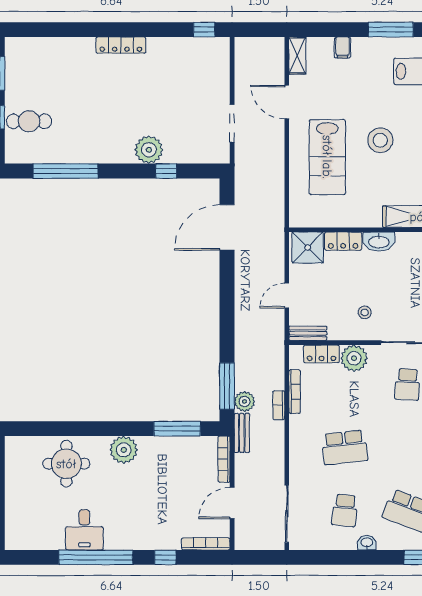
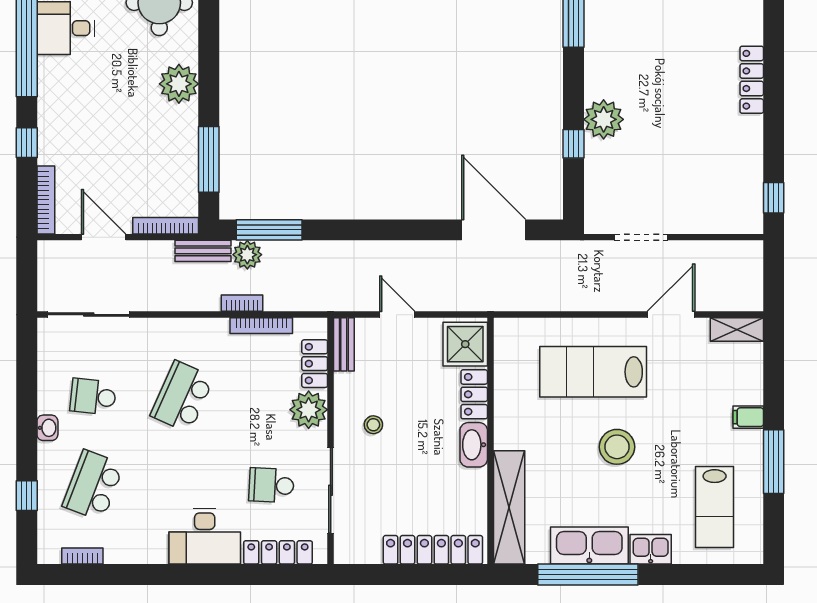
filing cabinet: (342, 48) -> (748, 417), moved
school desk: (345, 447) -> (182, 397), turned 30

